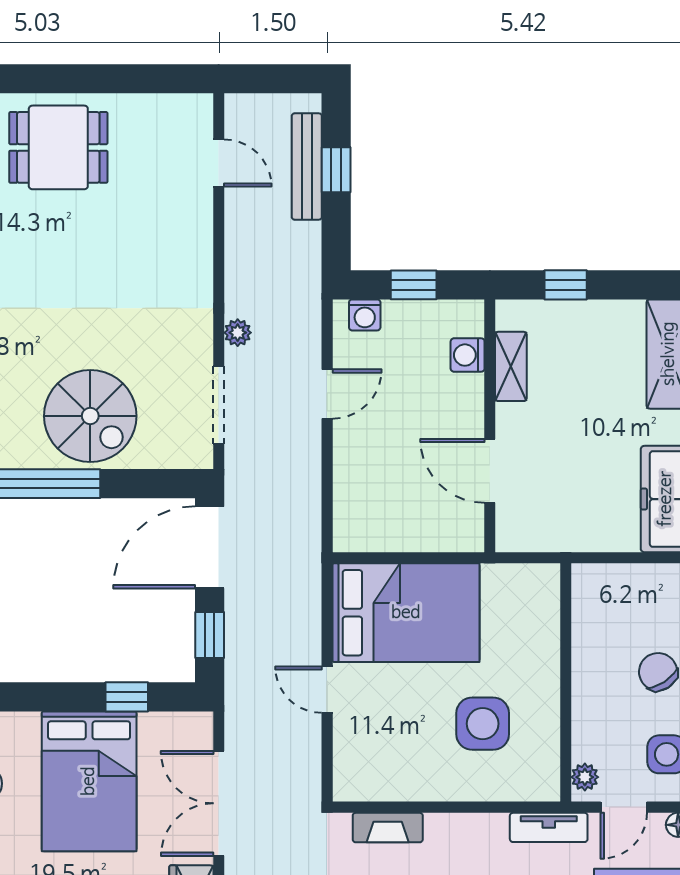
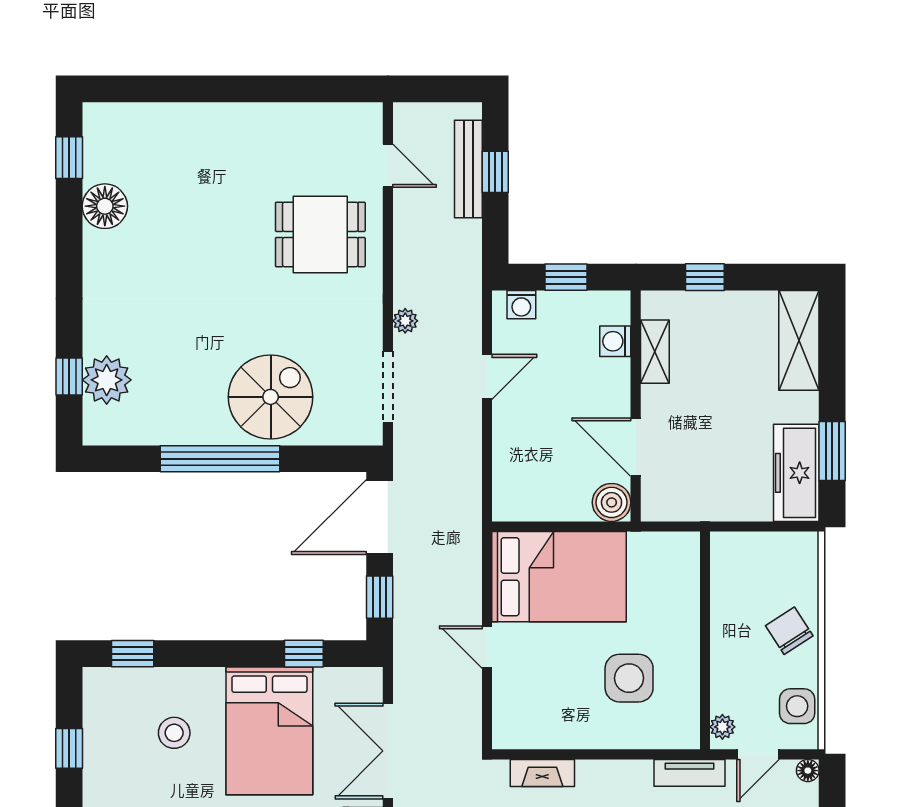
dining table: (58, 147) -> (320, 234), moved
spiral stairs: (90, 416) -> (271, 397), turned -90
boiler: (463, 531) -> (612, 502), added

